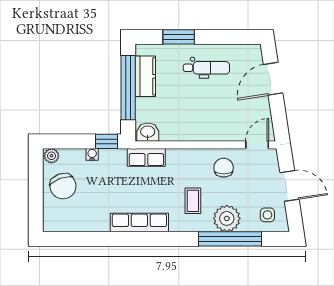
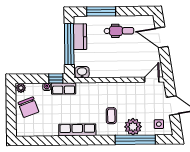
window: (179, 37) -> (101, 11), width x1.44
door: (273, 79) -> (162, 37), hinge flipped
row of seats: (146, 157) -> (64, 89), moved
chair: (224, 168) -> (131, 94), removed

